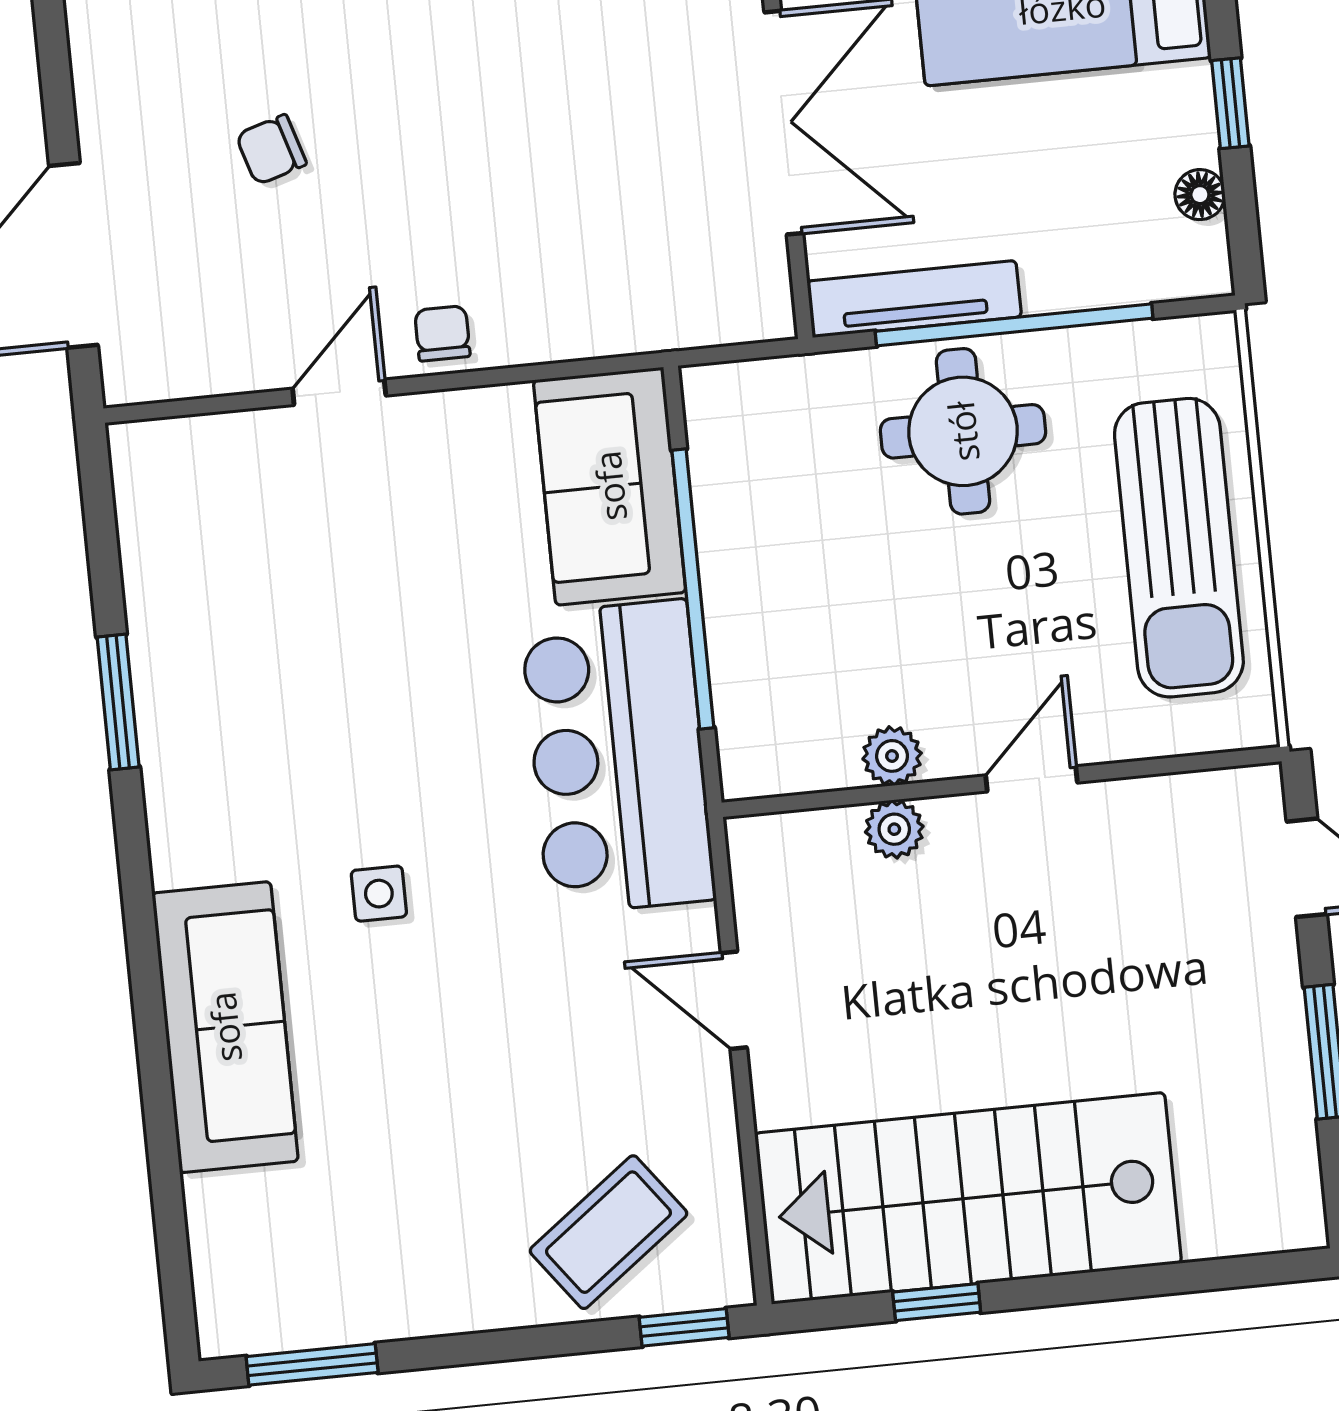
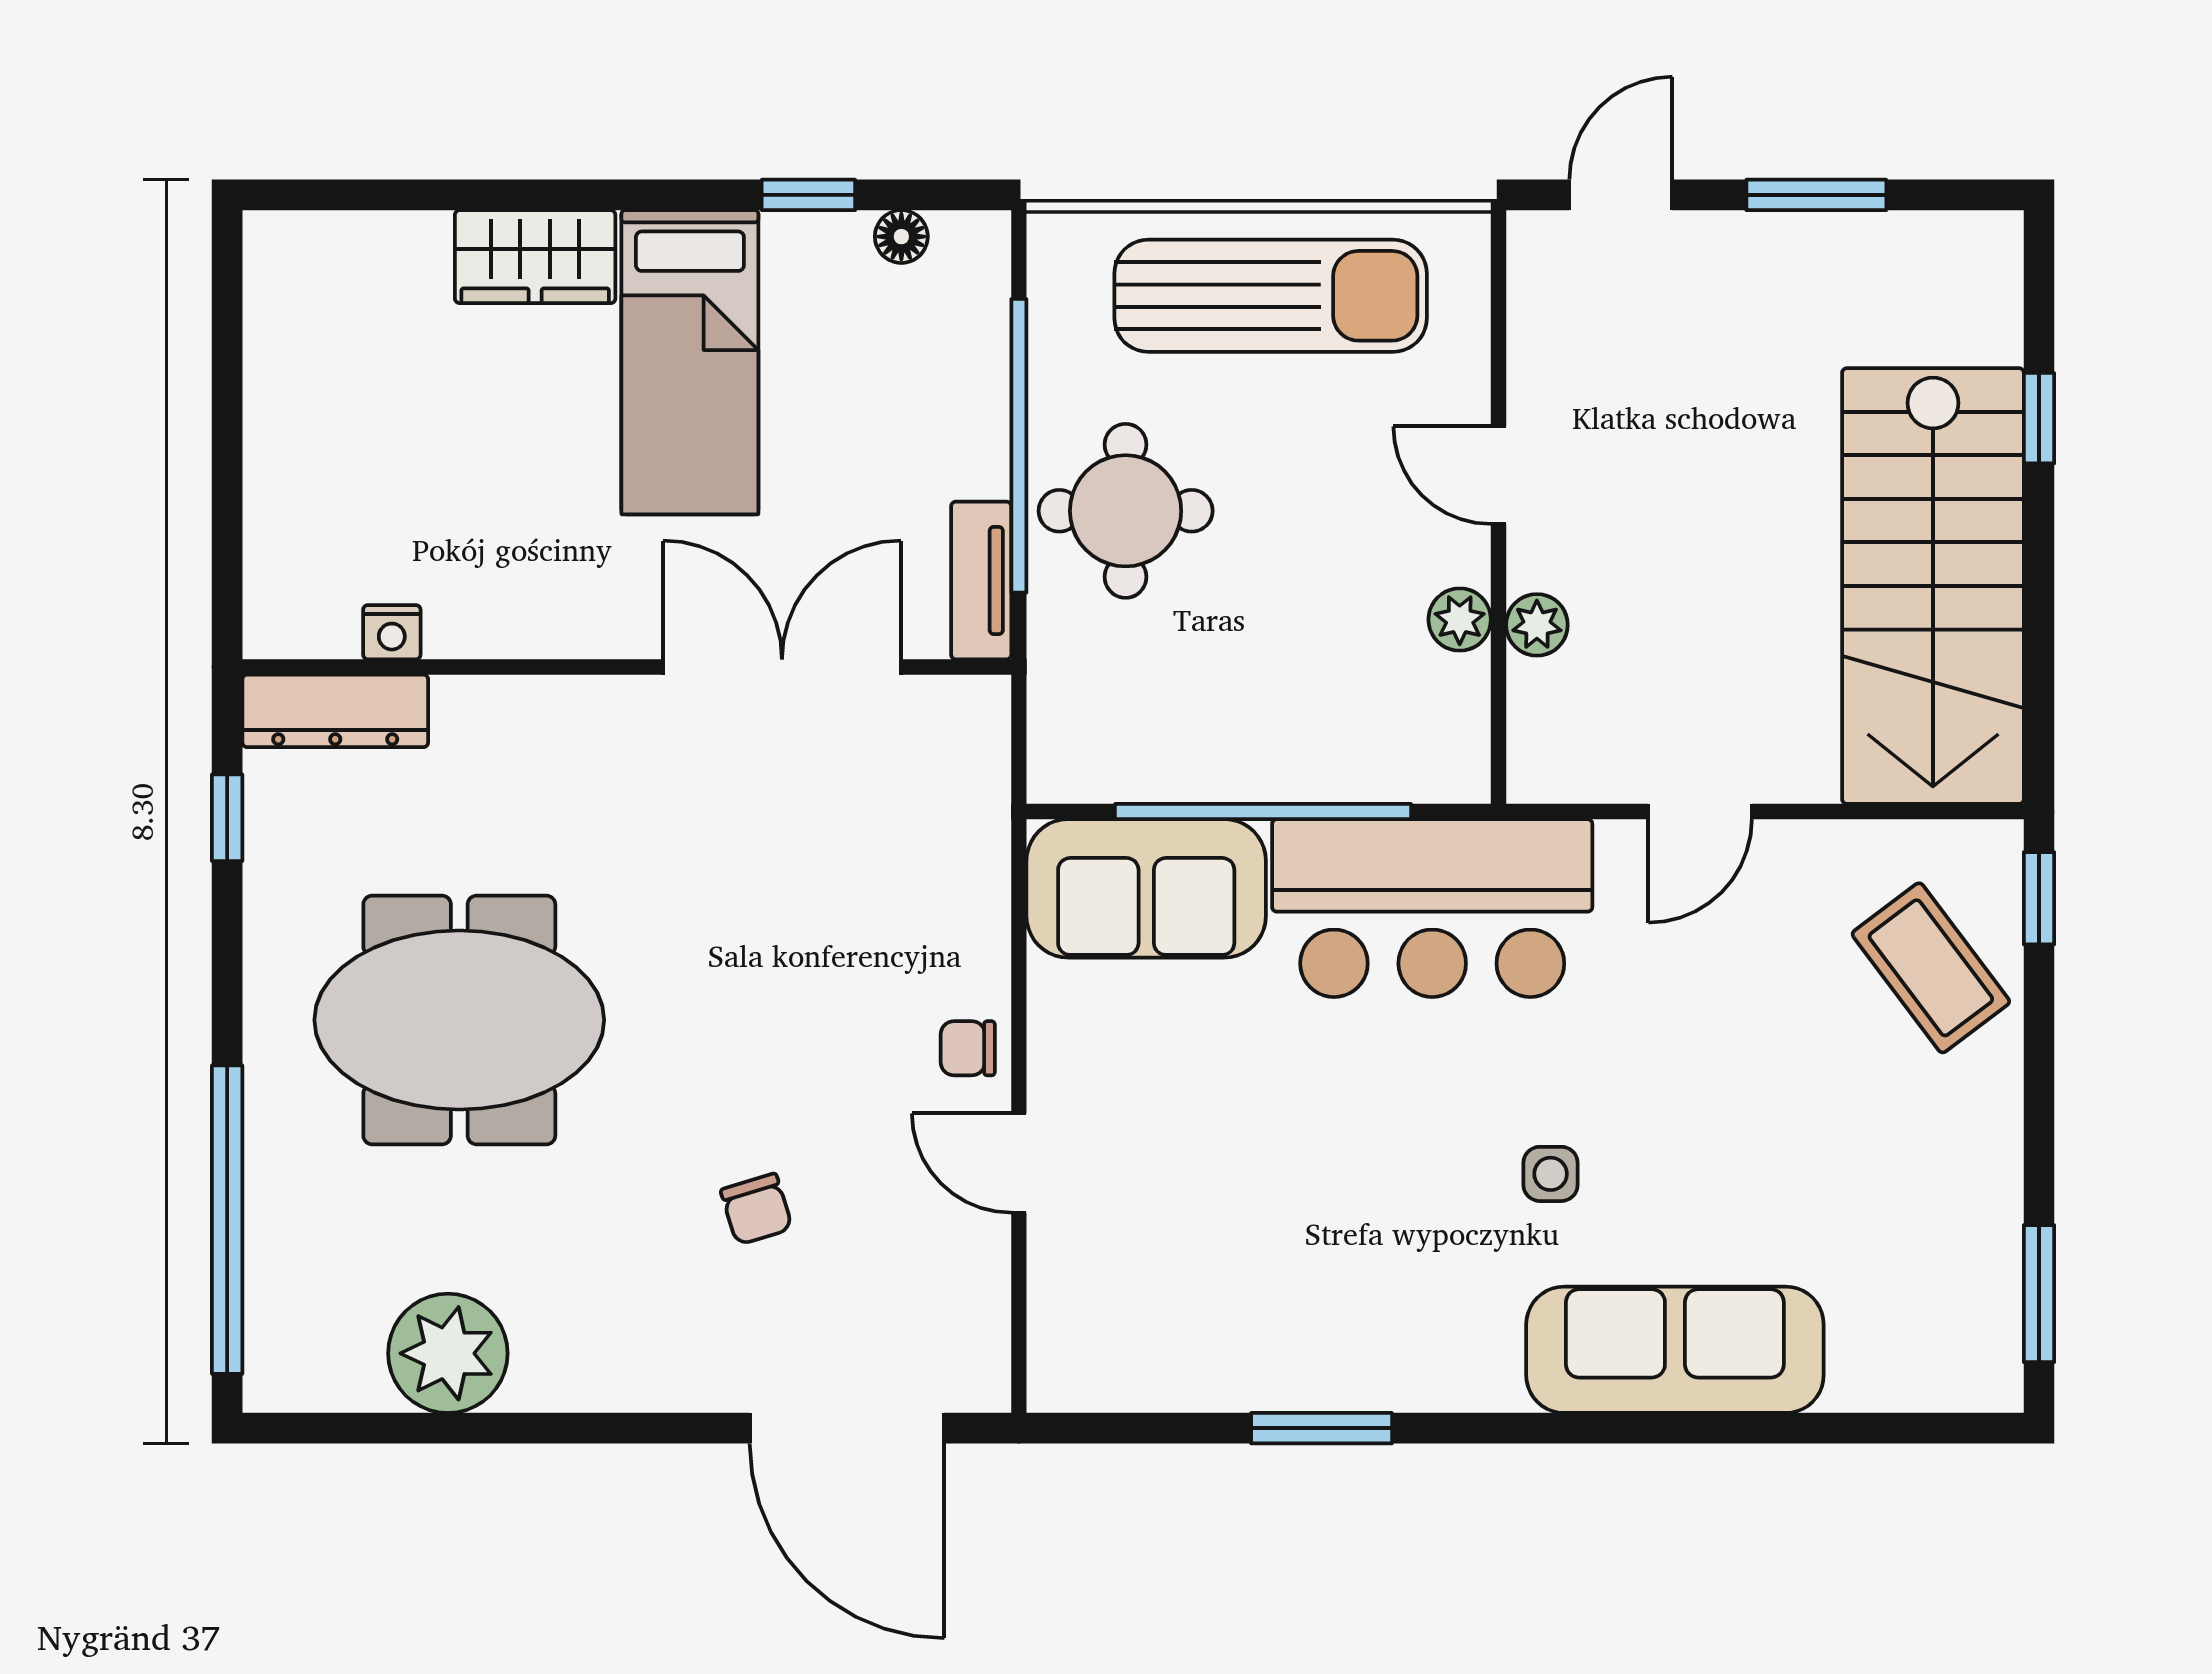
tv unit: (914, 299) -> (981, 580), width x0.71
window: (937, 1302) -> (2039, 418), moved

